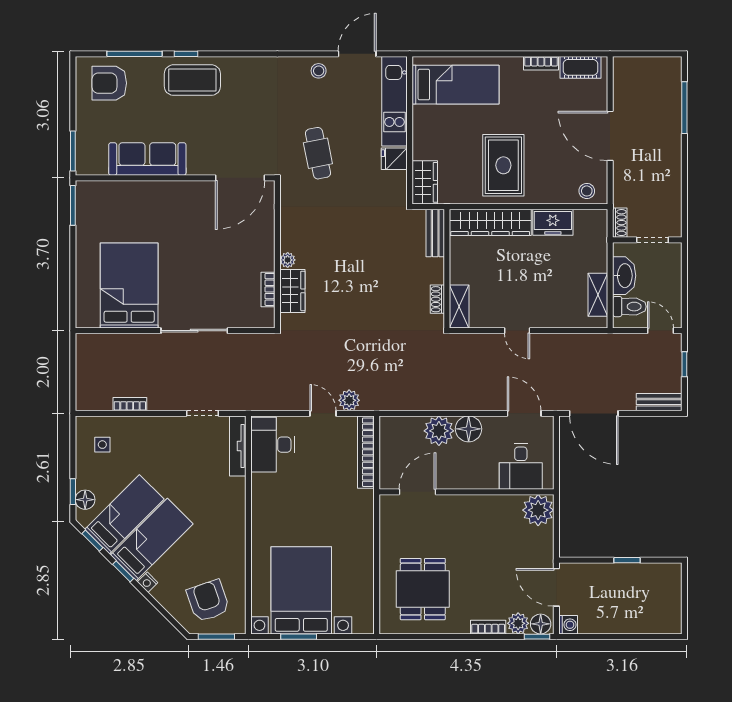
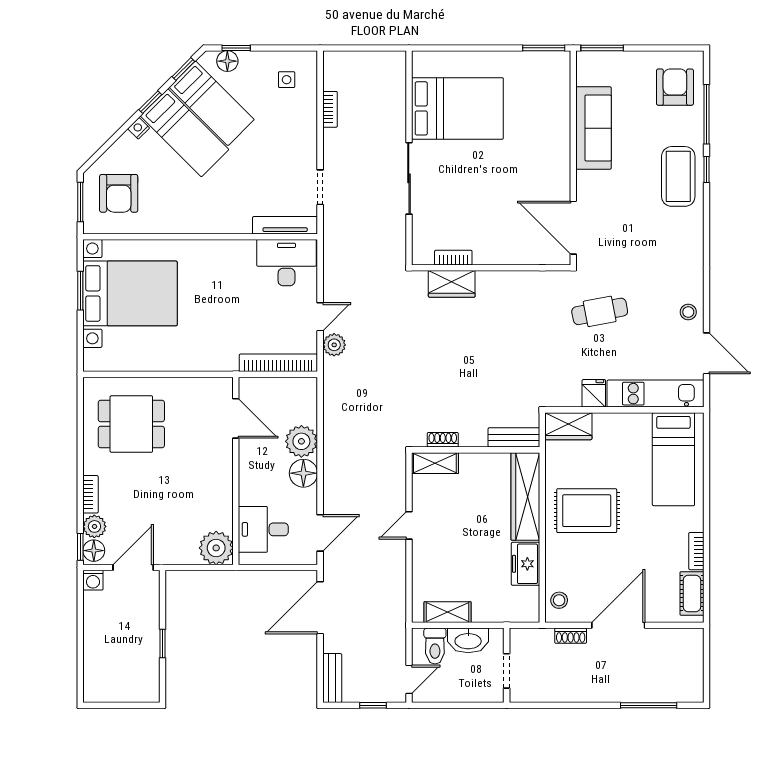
shoe rack: (620, 223) -> (571, 636), moved
plant: (288, 260) -> (485, 279), removed
armchair: (208, 601) -> (119, 193), turned 109

